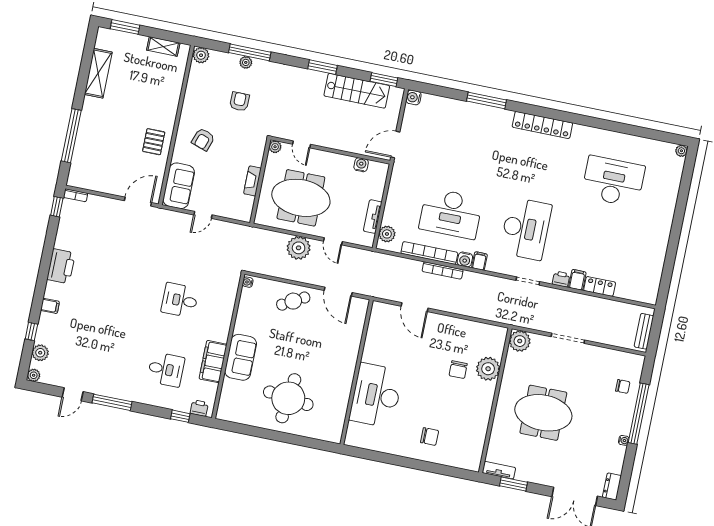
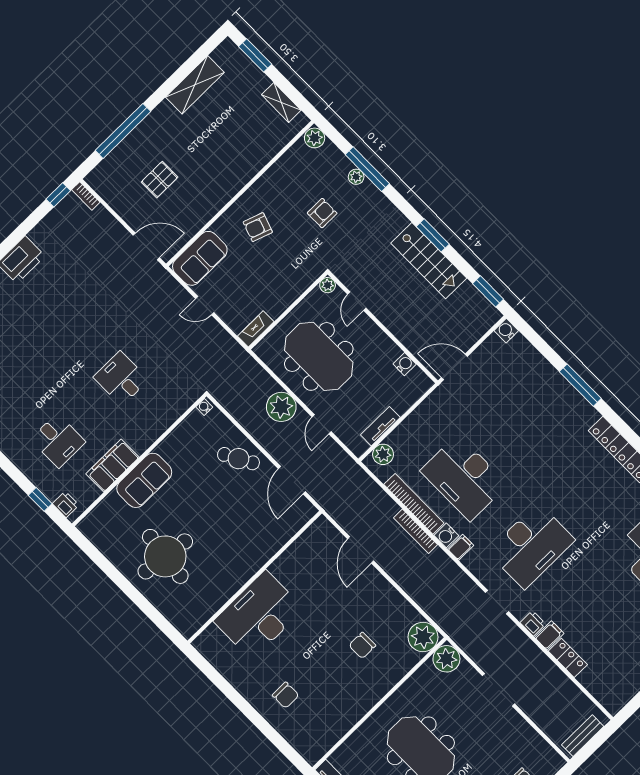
stairs: (357, 91) -> (429, 261), moved
pallet: (154, 142) -> (160, 180), moved
fireplace: (252, 181) -> (256, 329), moved
plant: (488, 369) -> (423, 637), moved

